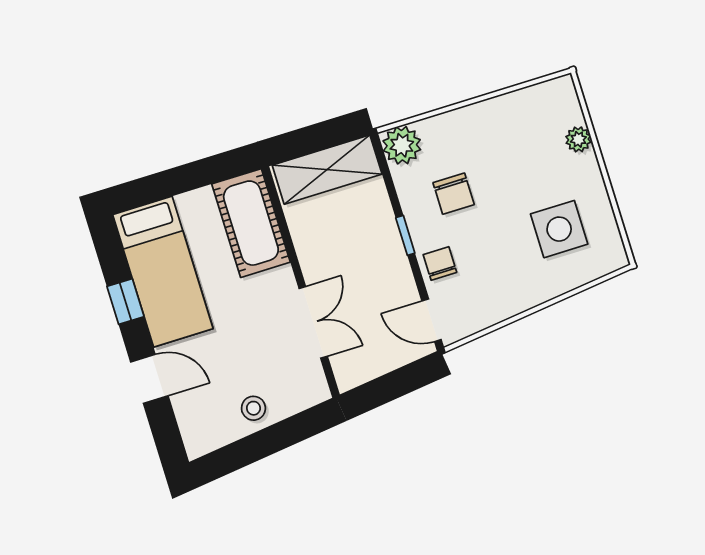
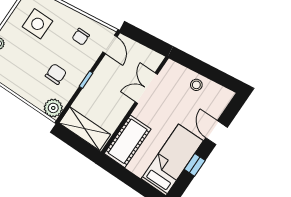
chair: (440, 263) -> (81, 37), moved

